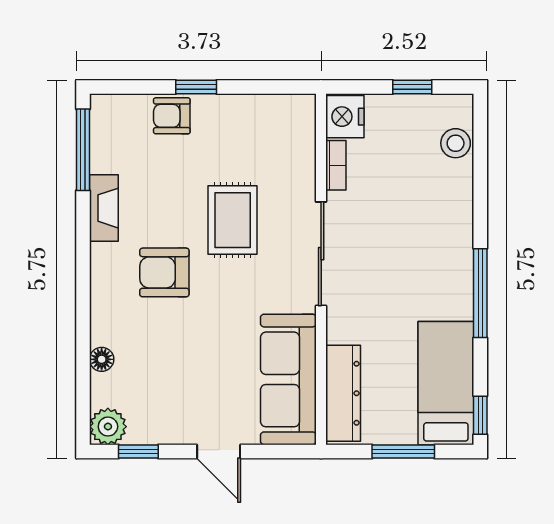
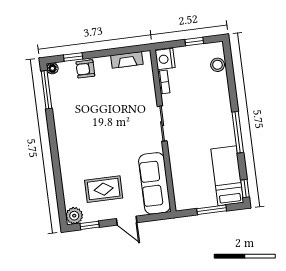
window: (196, 87) -> (73, 57), moved
fireplace: (104, 208) -> (127, 60), moved, turned 90
rug: (233, 220) -> (104, 189), moved, turned 90
sliding door: (321, 254) -> (162, 124), width x0.73
armchair: (164, 272) -> (91, 141), removed
floor lamp: (102, 359) -> (52, 68), moved
dresser: (343, 393) -> (181, 186), removed

